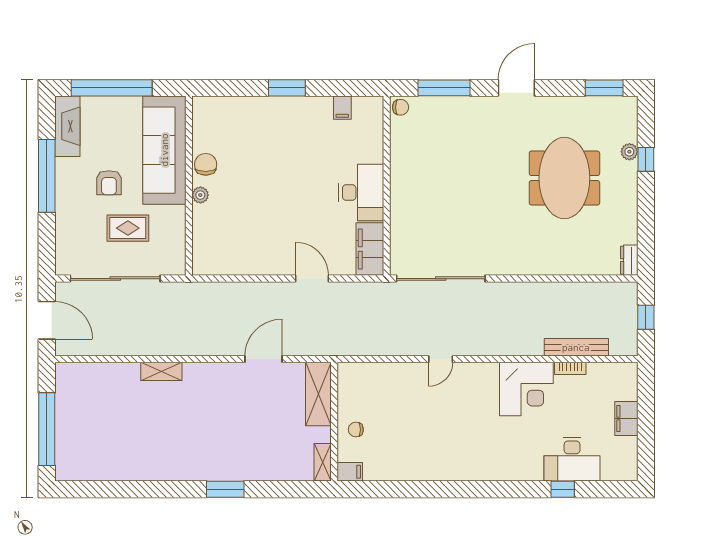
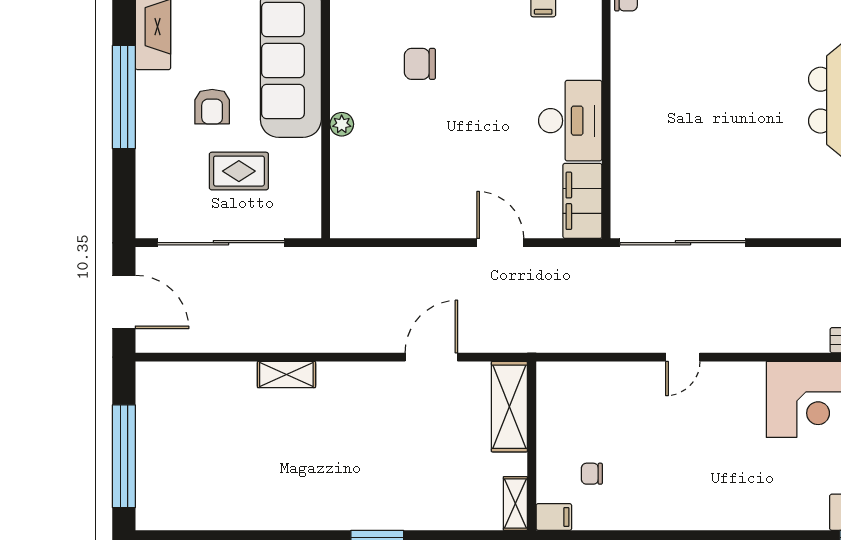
chair: (206, 164) -> (420, 64), moved, turned -90
chair: (356, 430) -> (592, 474), moved

